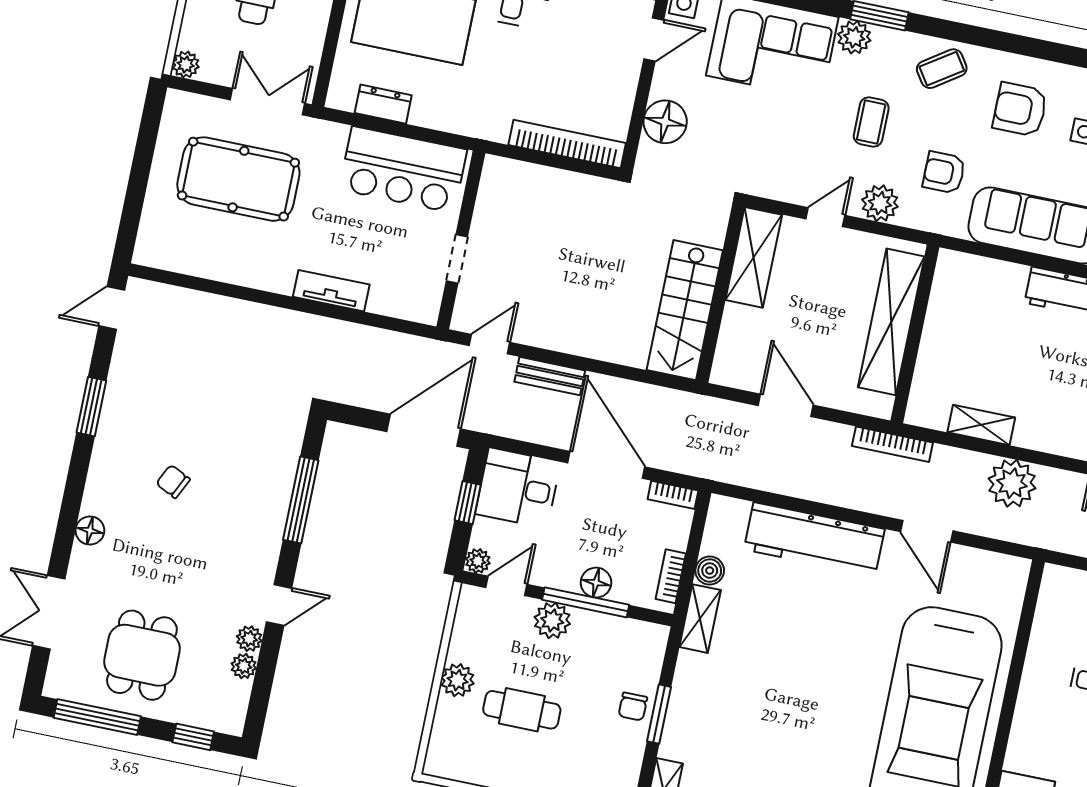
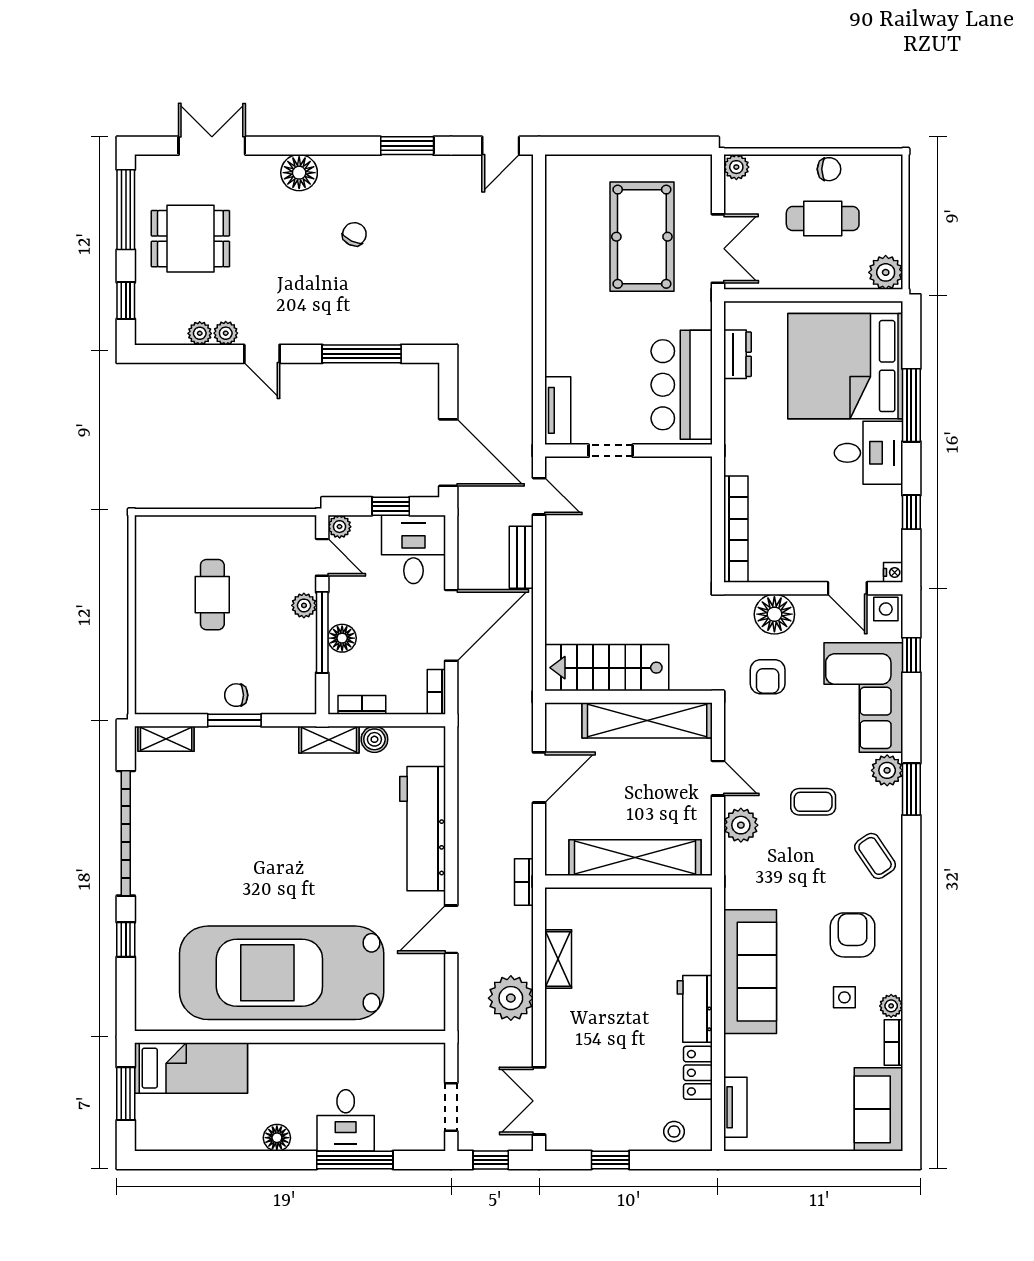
armchair: (944, 172) -> (768, 677), moved, turned 180
shelving: (754, 257) -> (647, 720), width x1.47
tv unit: (331, 291) -> (558, 410), moved
door: (112, 308) -> (501, 146), swing flipped
bookcase: (892, 444) -> (524, 882), width x0.64
floor lamp: (90, 531) -> (299, 173), width x1.38, depth x1.38
plant: (552, 620) -> (304, 605), width x0.73, depth x0.73
plant: (458, 680) -> (227, 531), removed

